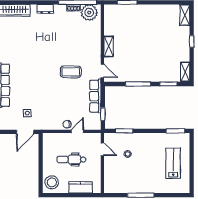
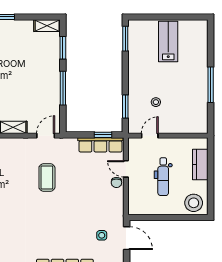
row of seats: (95, 96) -> (100, 145), moved
lab bench: (173, 163) -> (168, 42), turned 90

